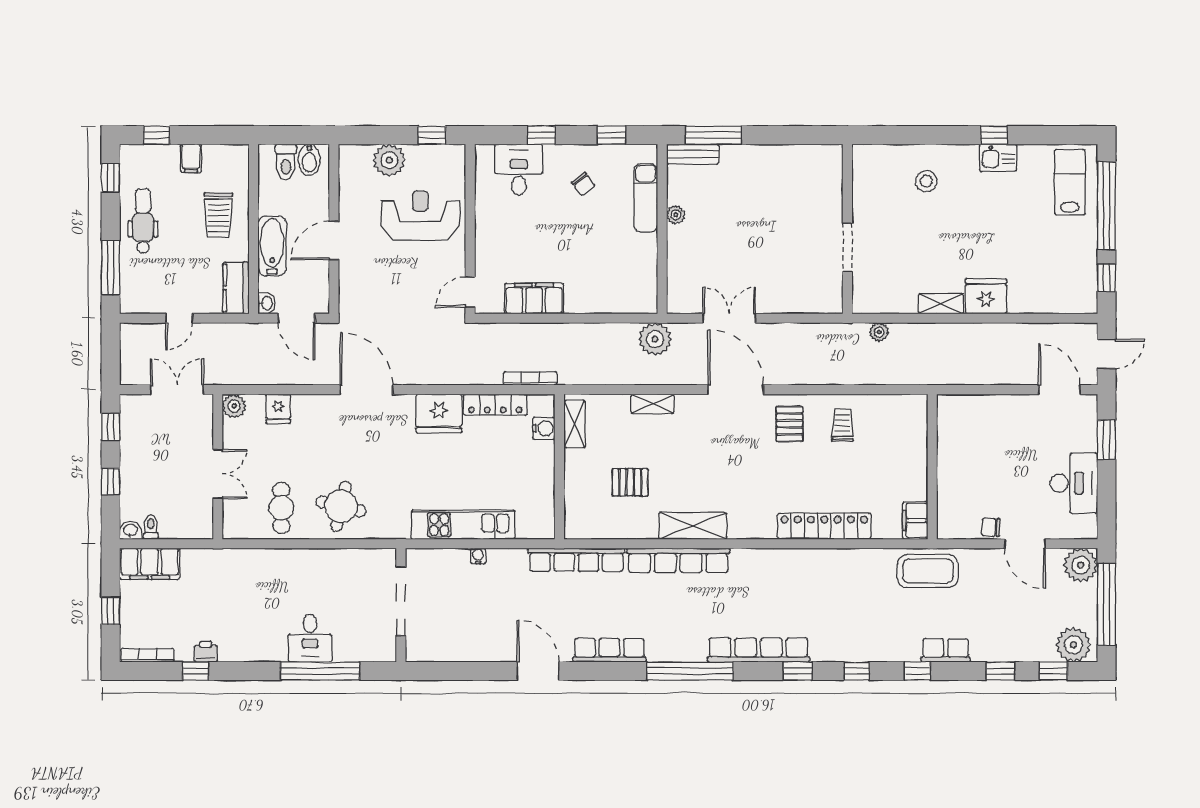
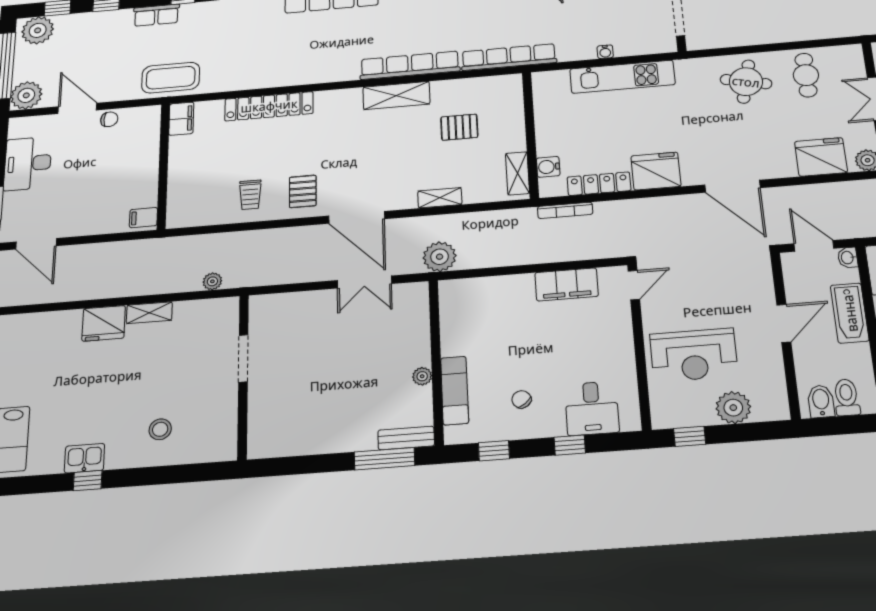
fridge: (278, 409) -> (821, 157), width x1.88, depth x1.34
filing cabinet: (951, 409) -> (143, 218), added

